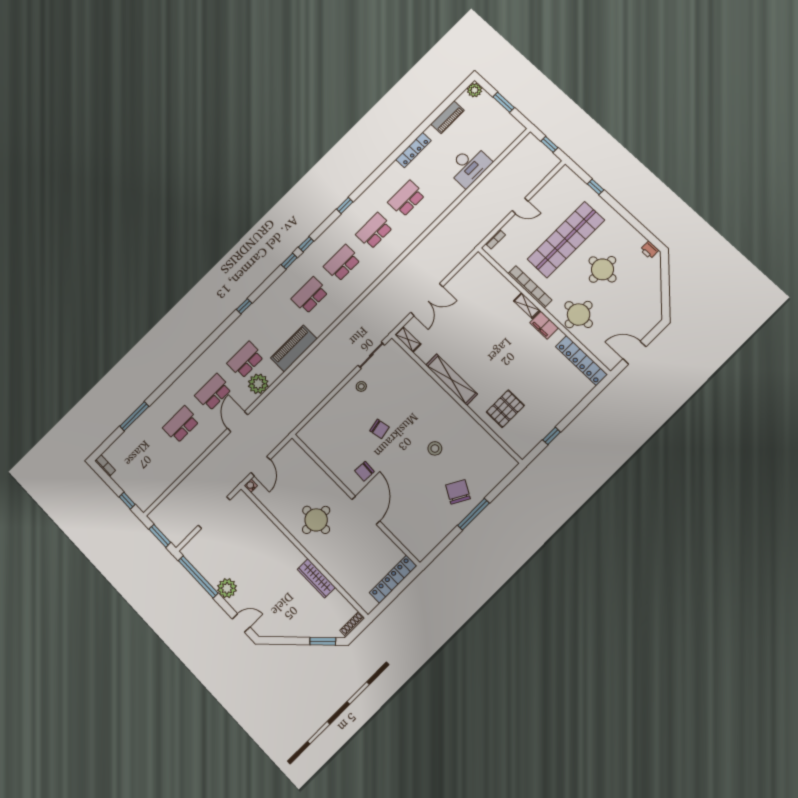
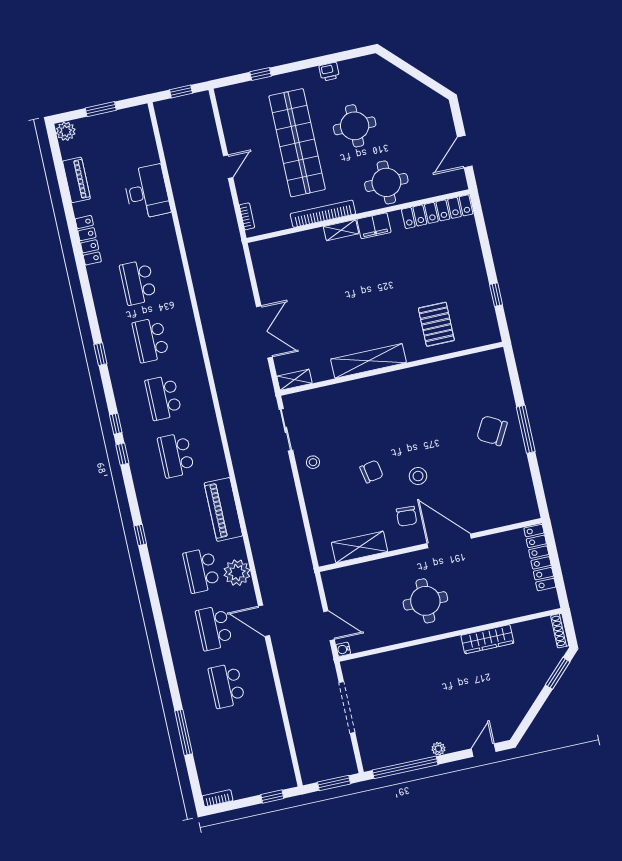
printer: (649, 250) -> (329, 72), moved
stool: (435, 448) -> (418, 476), moved
shelving: (325, 453) -> (360, 547), added
plant: (227, 588) -> (438, 749), width x0.53, depth x0.53

